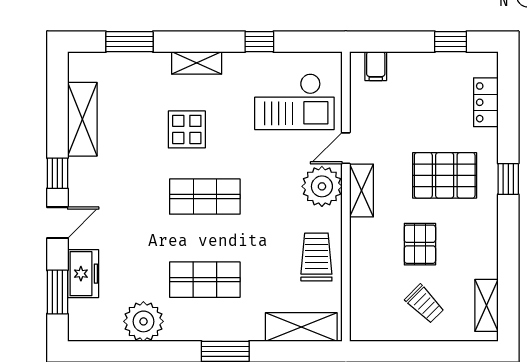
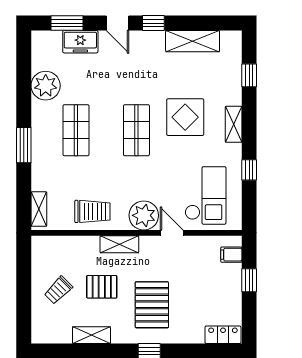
window: (129, 42) -> (249, 75), width x0.67
window: (451, 42) -> (249, 280), moved
checkout: (294, 102) -> (205, 195), turned 180
locker: (486, 102) -> (223, 335), moved
display table: (187, 129) -> (185, 117), width x1.36, depth x1.36
shelving: (362, 190) -> (119, 244), moved
shelving: (487, 305) -> (91, 335), moved
shelving: (301, 327) -> (39, 209), width x0.67, depth x0.75

